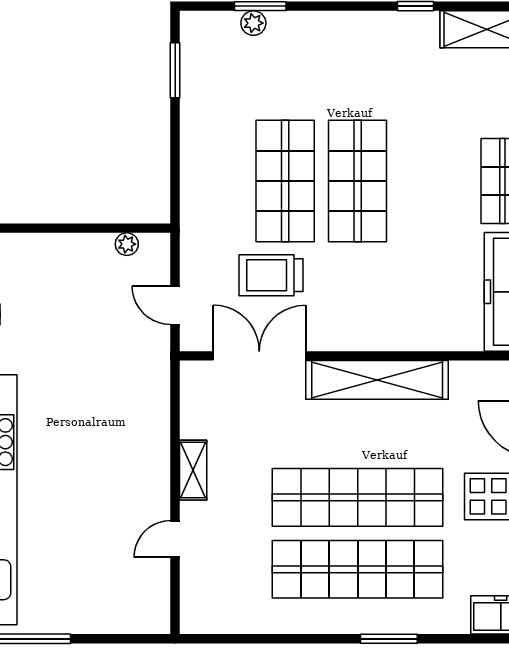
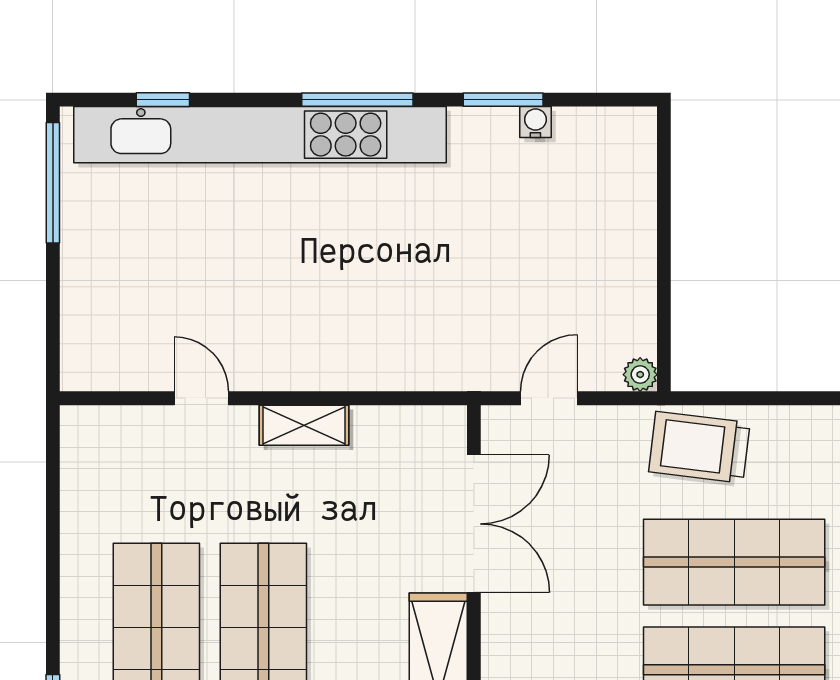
plant: (127, 244) -> (640, 375), moved
trolley: (271, 275) -> (699, 447), moved, turned -83

